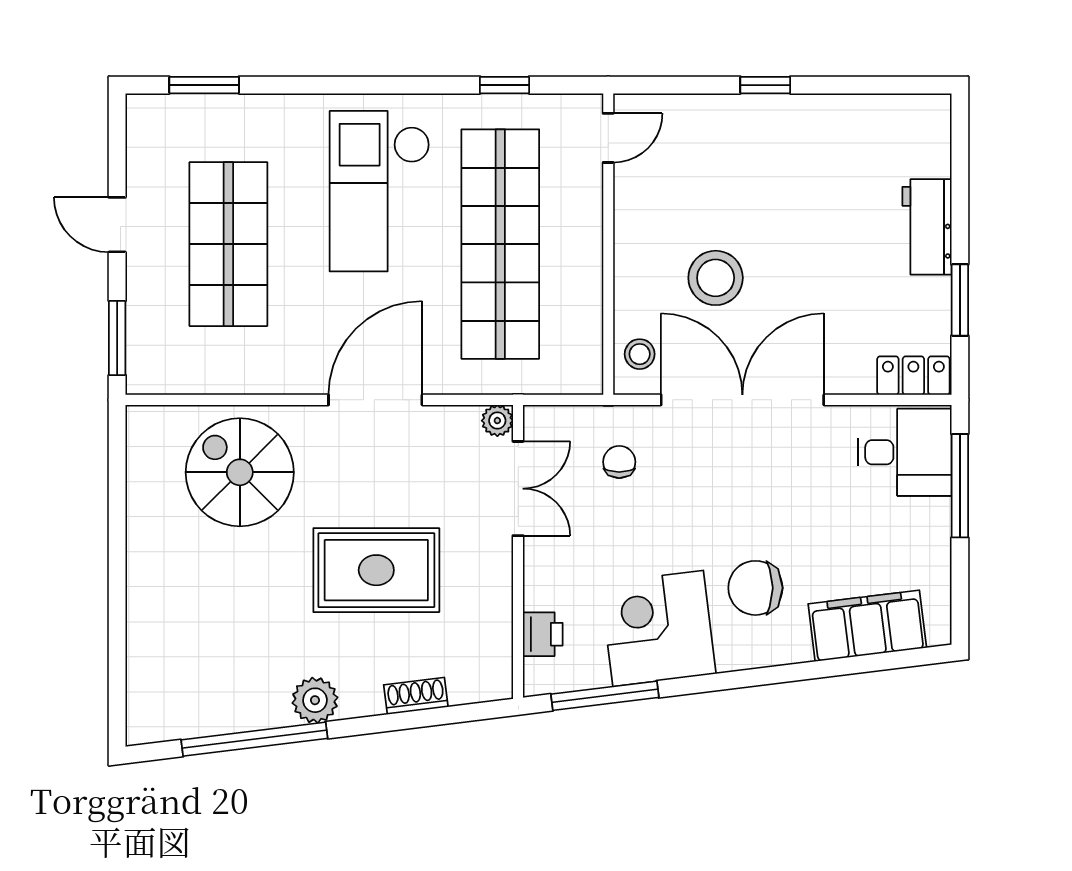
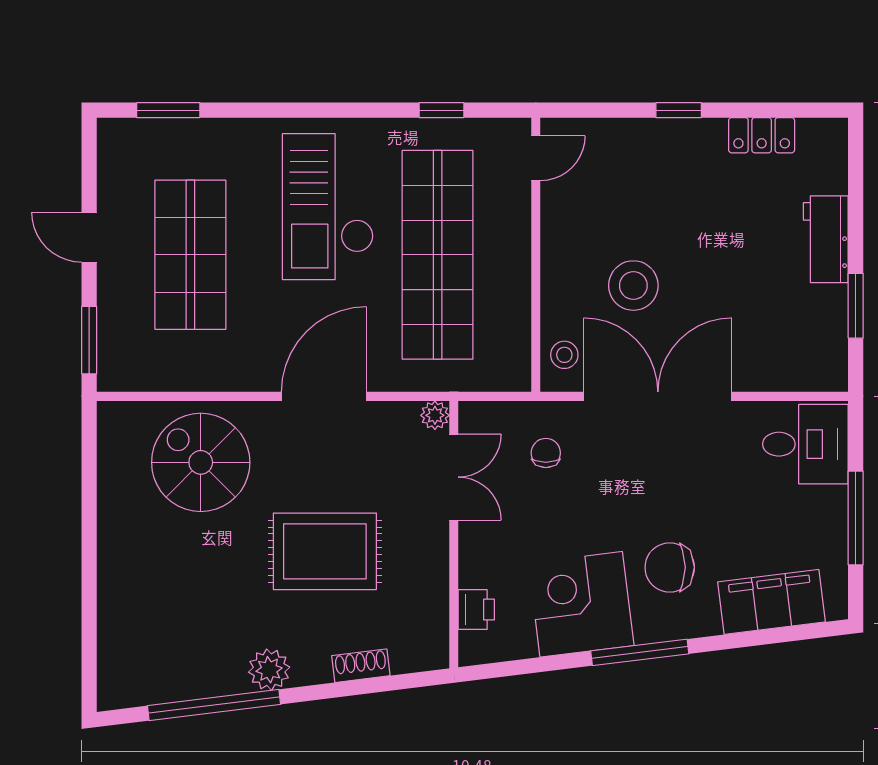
locker: (913, 376) -> (762, 135), moved, turned 180
window: (960, 486) -> (856, 518), moved
window: (605, 696) -> (640, 652), moved

